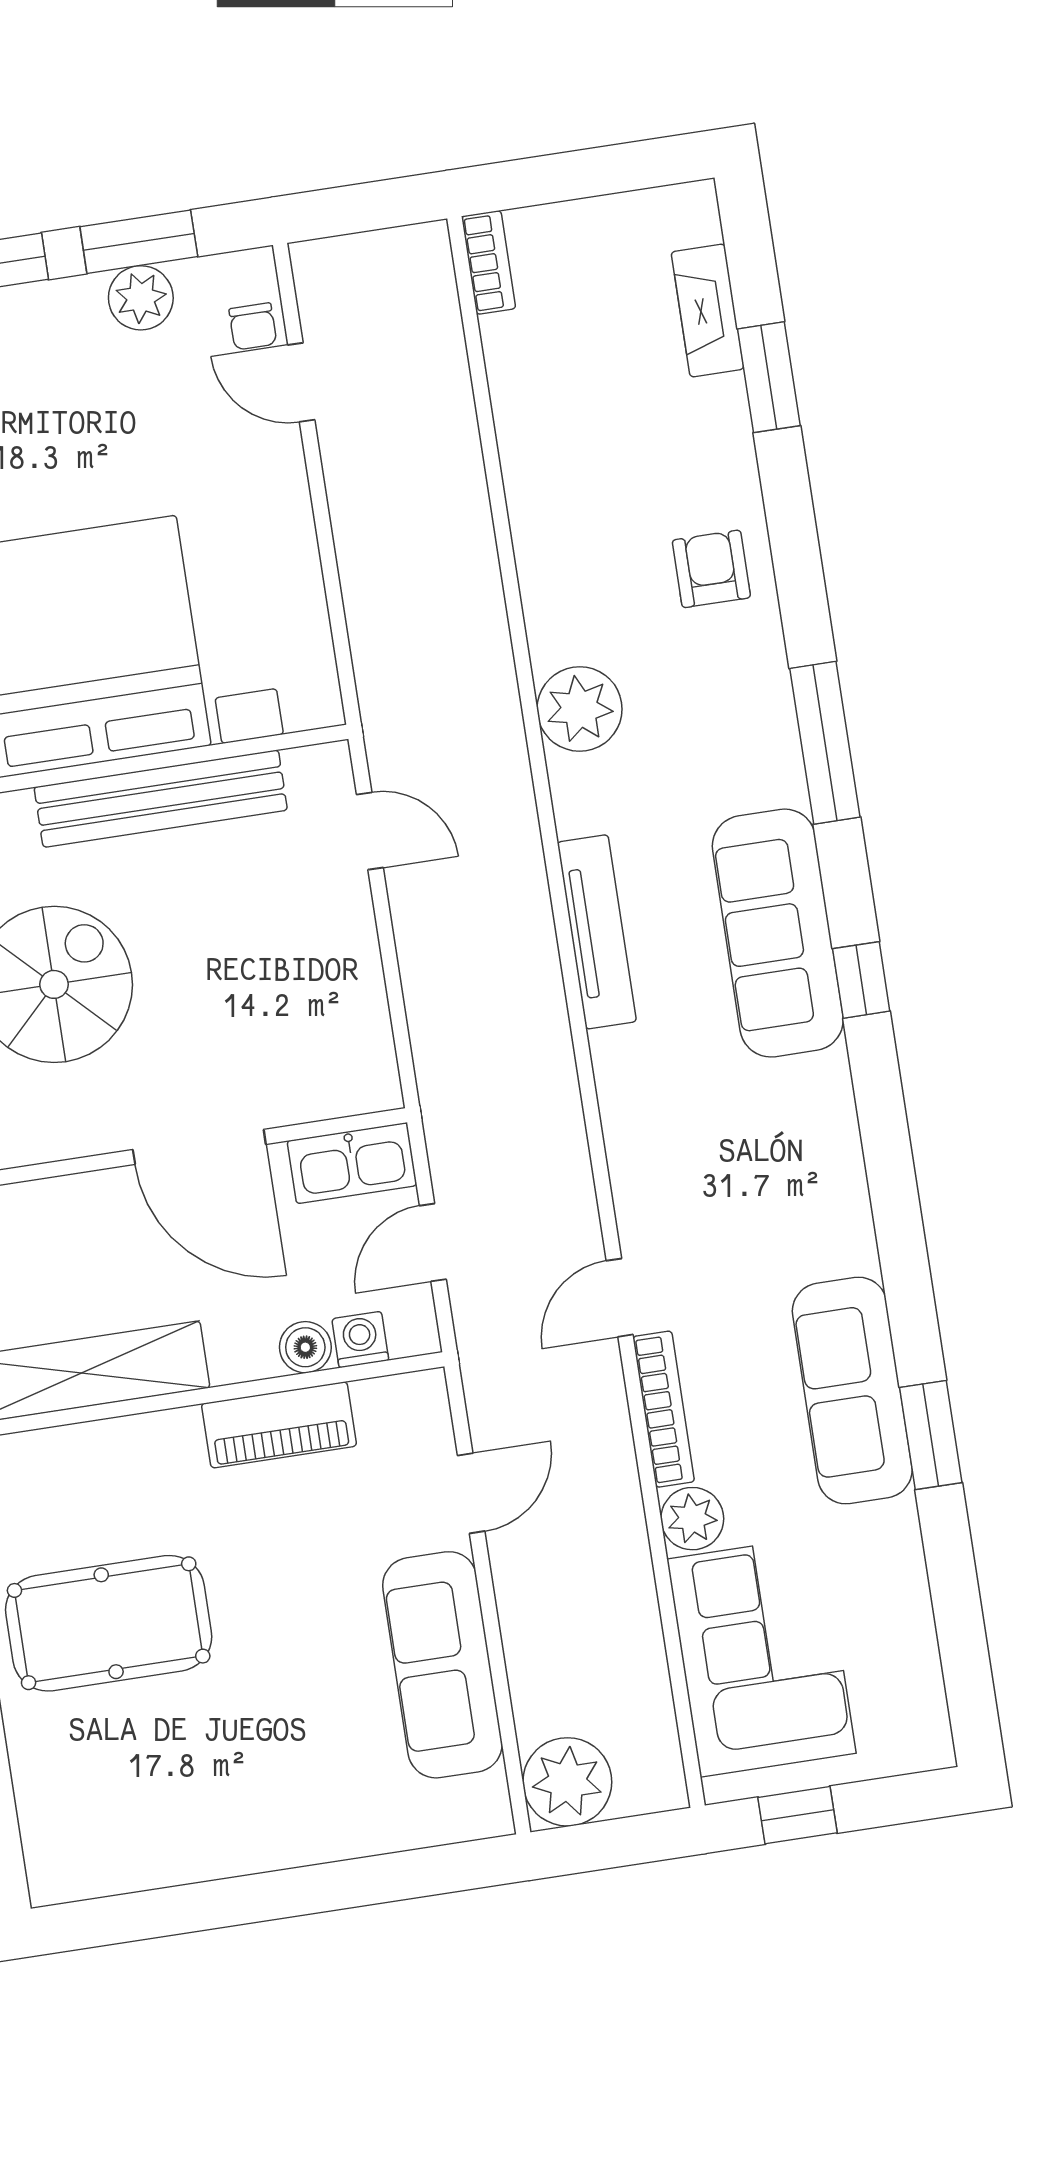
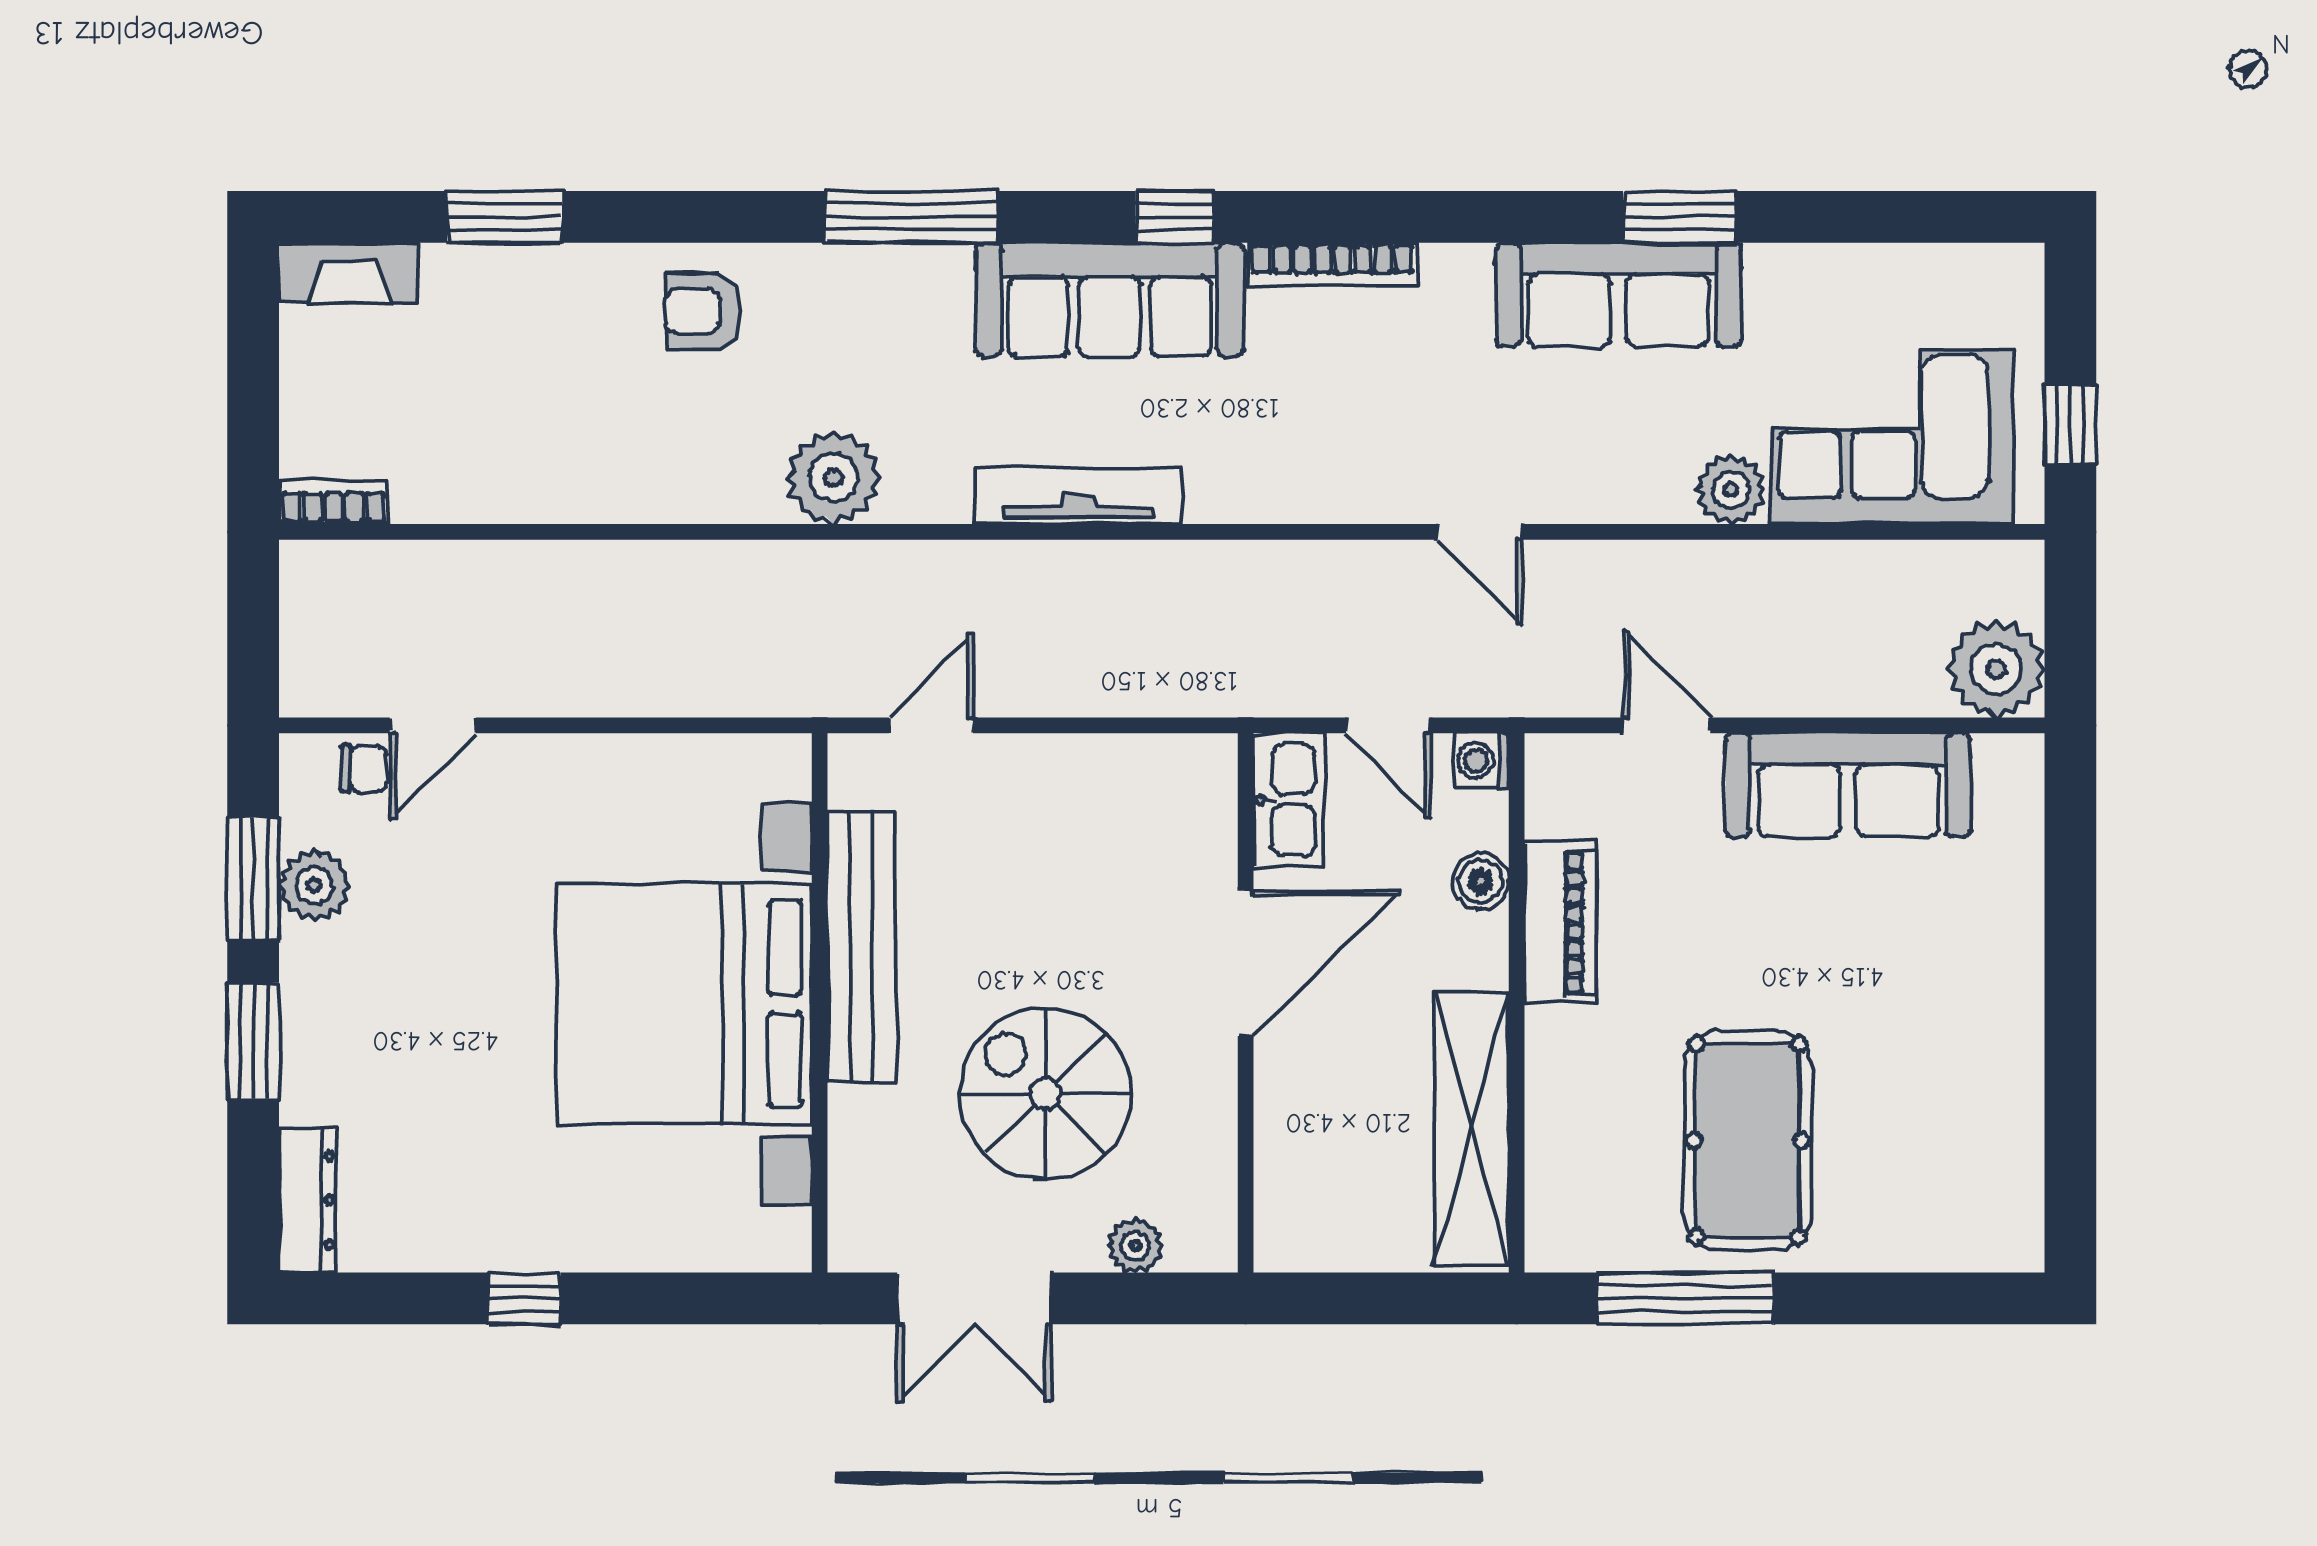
fireplace: (707, 311) -> (349, 272), moved
washing machine: (360, 1340) -> (1481, 761), moved
bookcase: (664, 1409) -> (1333, 264), moved, turned 180

